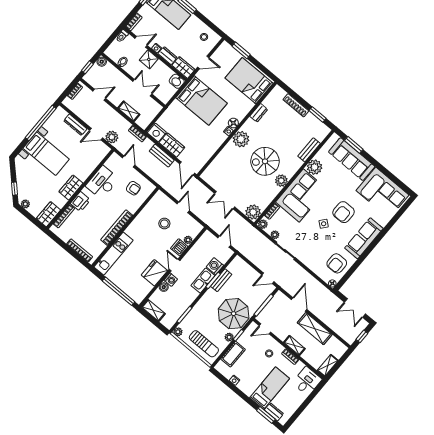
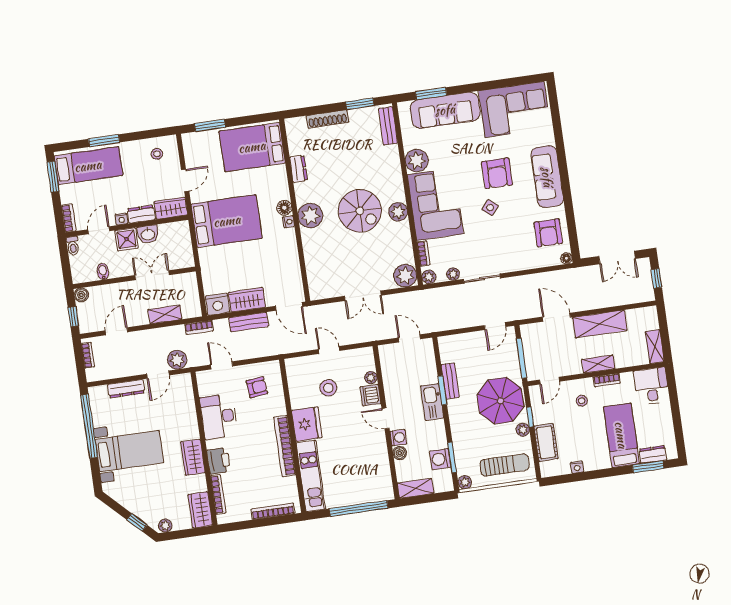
washbasin: (177, 81) -> (148, 234), moved
bench: (309, 150) -> (388, 126), moved
spiral stairs: (265, 161) -> (360, 211), turned -90
washing machine: (215, 266) -> (440, 459), moved
fridge: (154, 273) -> (307, 424), moved, turned 180

